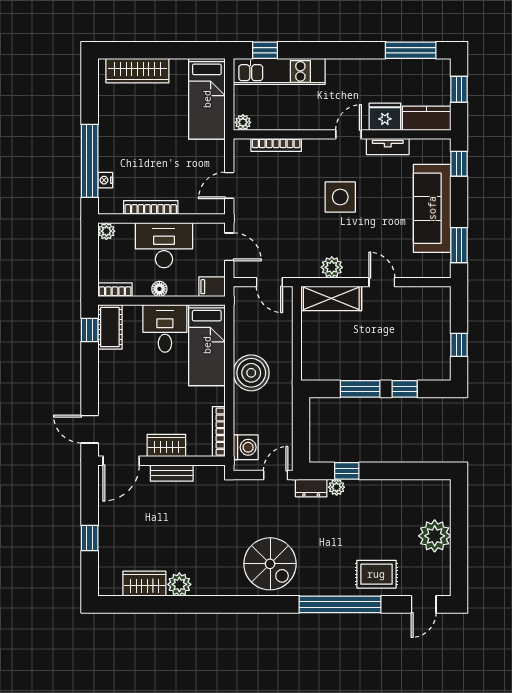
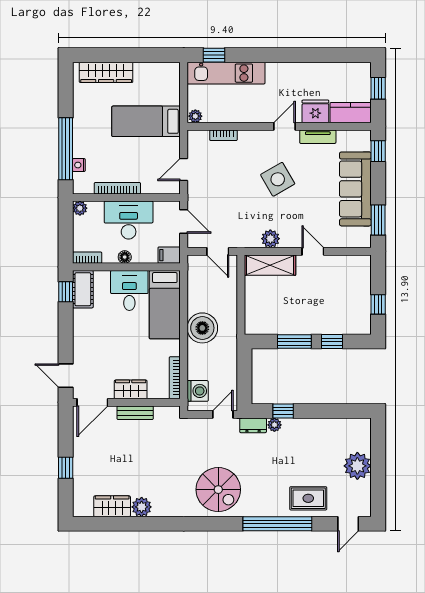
window: (411, 50) -> (337, 55), removed
bed: (207, 99) -> (146, 121), moved, turned 90
bookcase: (276, 145) -> (223, 135), width x0.64
side table: (340, 197) -> (278, 179), turned -30

